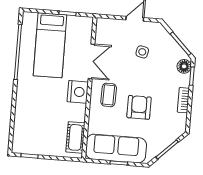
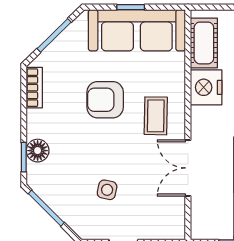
floor lamp: (184, 66) -> (38, 151), moved
nightstand: (78, 92) -> (206, 87), moved
bookcase: (183, 100) -> (34, 88), moved
armchair: (139, 107) -> (105, 100), turned 90

